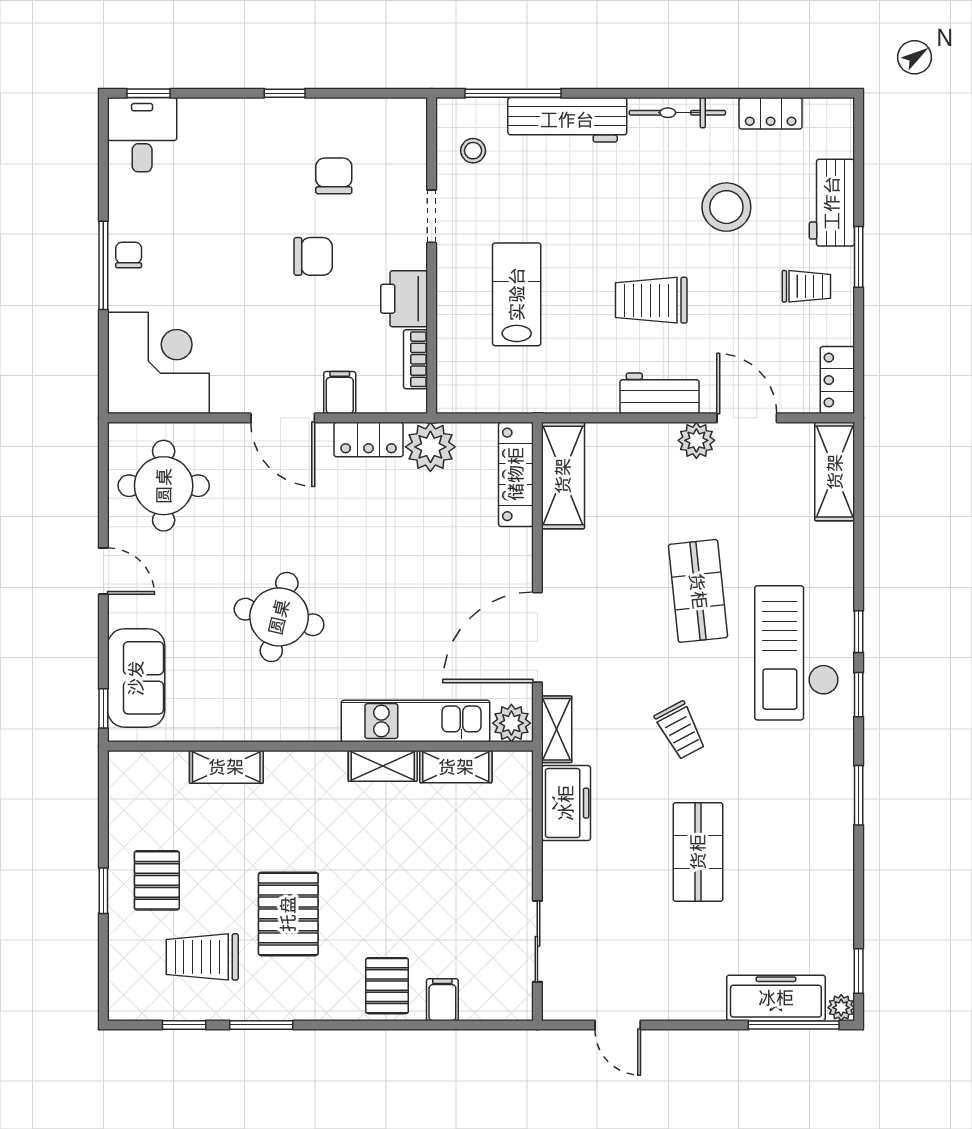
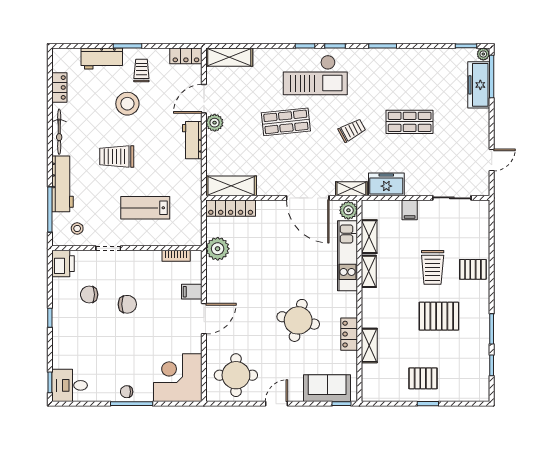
stool: (726, 207) -> (127, 104), moved
chair: (313, 256) -> (127, 304), turned 90
printer: (404, 299) -> (63, 264), moved, turned -90
trolley: (651, 300) -> (117, 156), moved, turned 90
locker: (369, 440) -> (349, 334), moved, turned 180
trolley: (202, 957) -> (433, 267), moved
filing cabinet: (442, 1000) -> (410, 210), moved, turned -90

